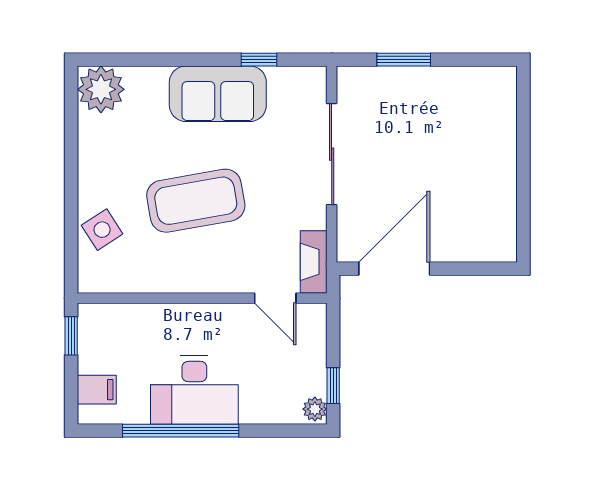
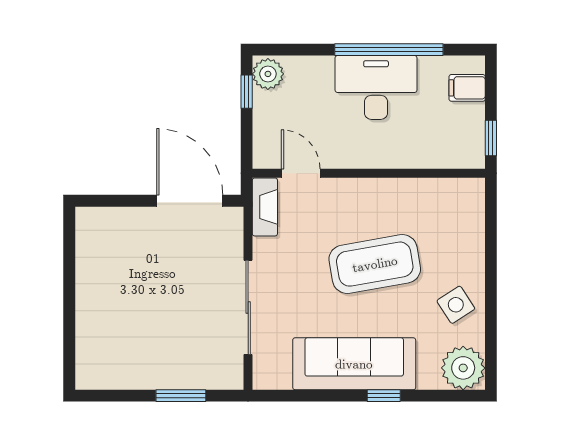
window: (259, 60) -> (384, 396), moved
sofa: (218, 94) -> (354, 364), width x1.36
side table: (102, 230) -> (456, 305), moved
door: (394, 269) -> (190, 201), swing flipped
plant: (315, 409) -> (268, 74), width x1.38, depth x1.38

